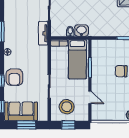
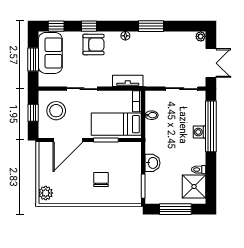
washbasin: (81, 31) -> (152, 163), moved
tv unit: (43, 33) -> (128, 81), moved
armchair: (14, 77) -> (93, 45), turned 180
door: (90, 97) -> (68, 140), width x1.88

